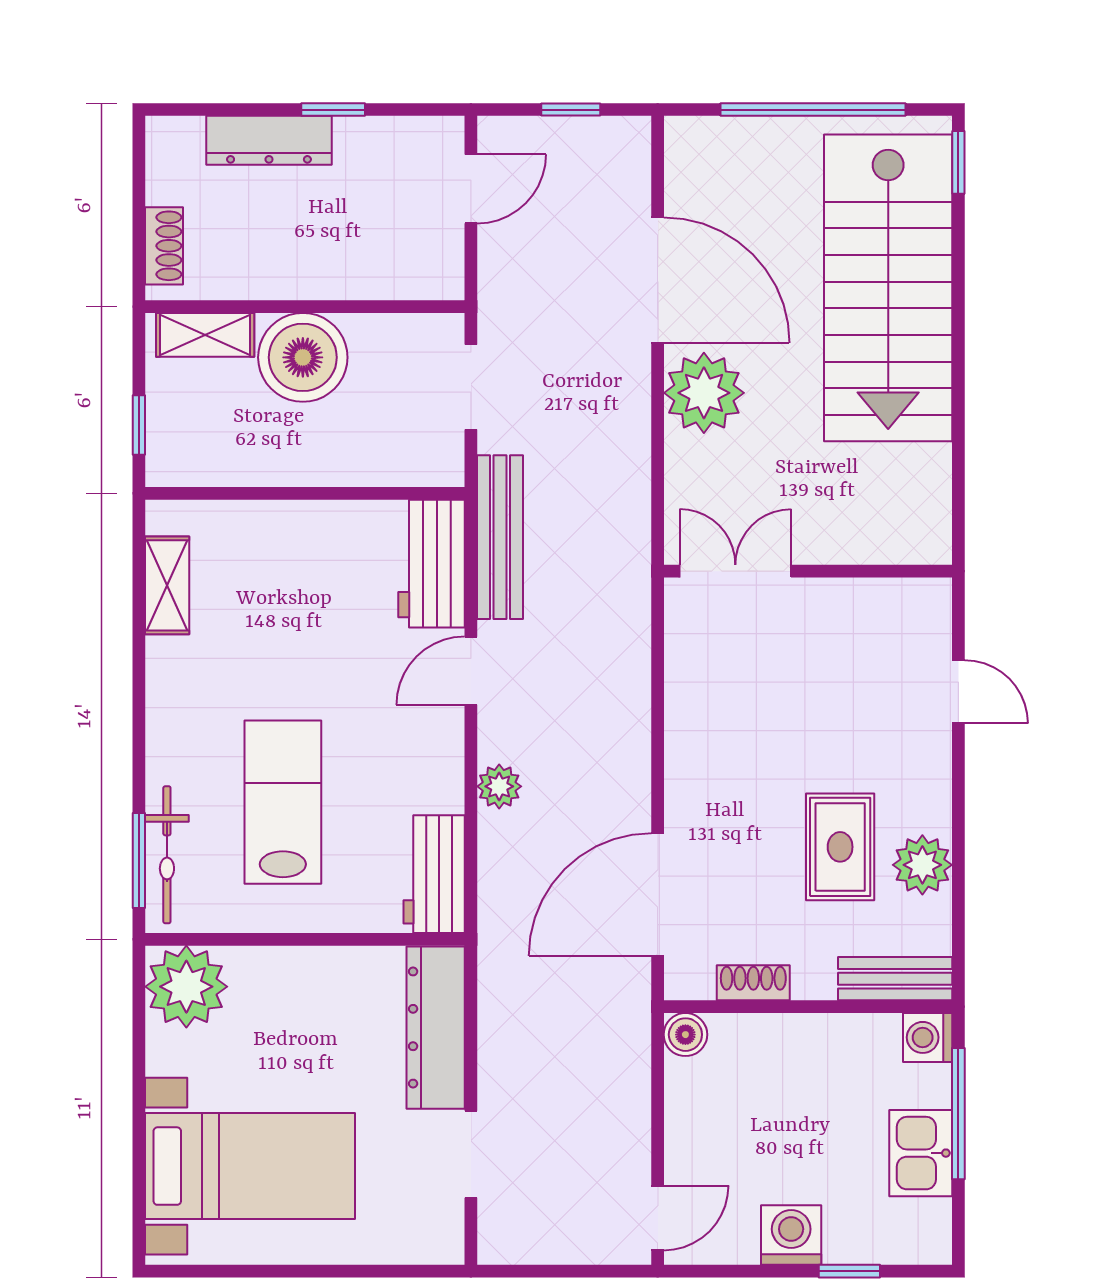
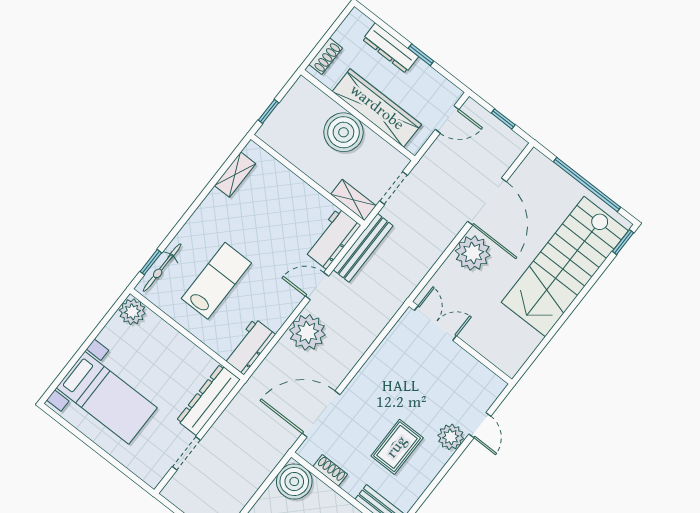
wardrobe: (329, 267) -> (377, 108), added
shelving: (205, 335) -> (353, 200), moved
plant: (499, 786) -> (307, 332), width x1.87, depth x1.87
window: (139, 860) -> (151, 262), width x0.67
plant: (922, 865) -> (451, 437), moved
plant: (186, 987) -> (132, 312), width x0.73, depth x0.73
boiler: (685, 1035) -> (294, 481), width x1.86, depth x1.86

